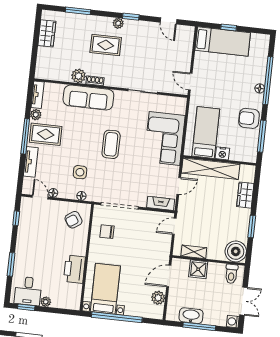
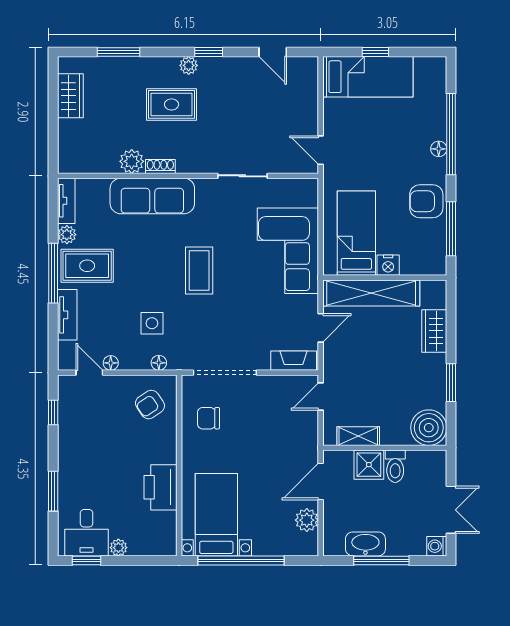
toilet: (231, 274) -> (395, 466), moved

